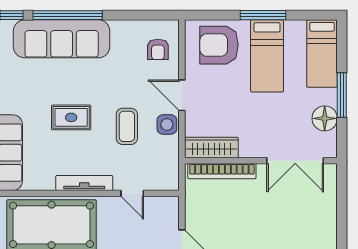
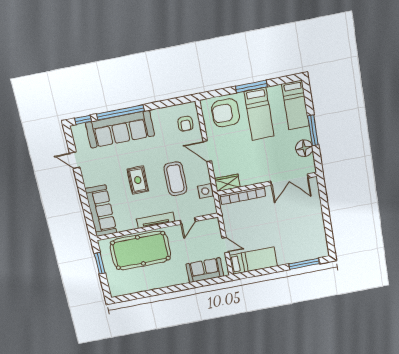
rug: (71, 117) -> (138, 180), turned 90
side table: (167, 124) -> (205, 191), moved
coffee table: (127, 126) -> (175, 179), width x1.36, depth x1.32
wardrobe: (211, 148) -> (227, 183), width x0.67
door: (132, 193) -> (188, 221), hinge flipped

